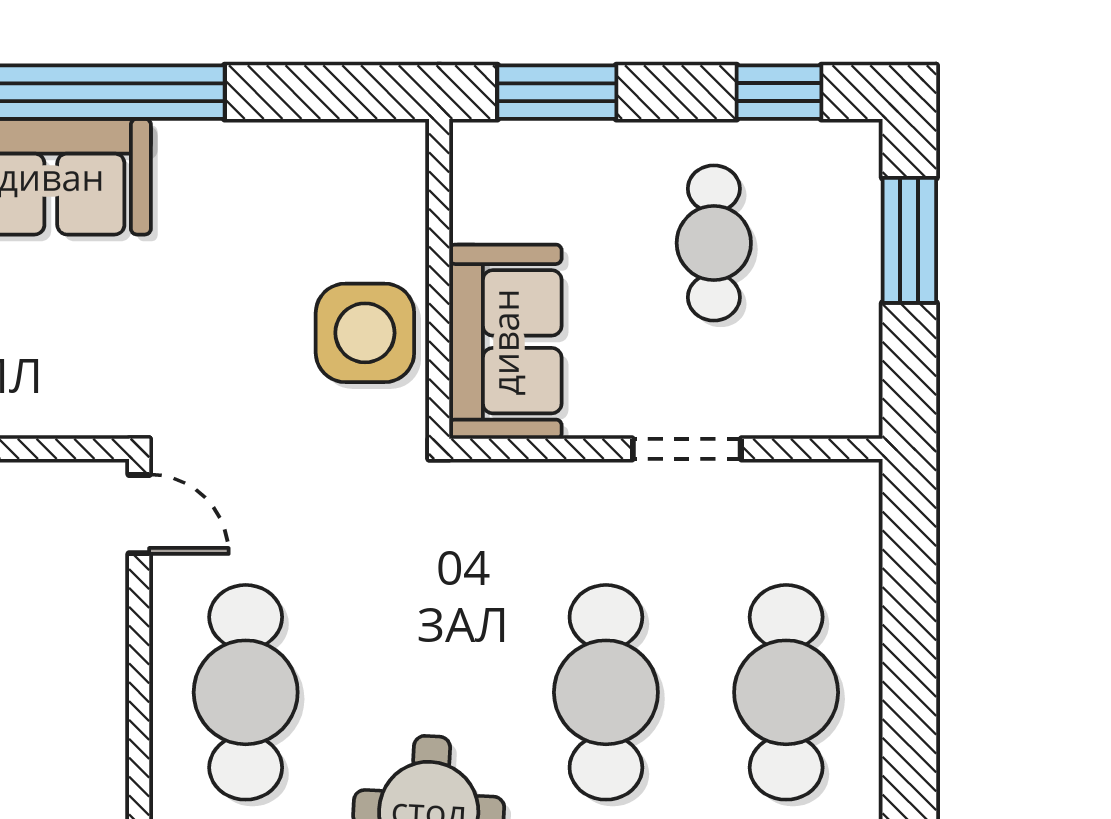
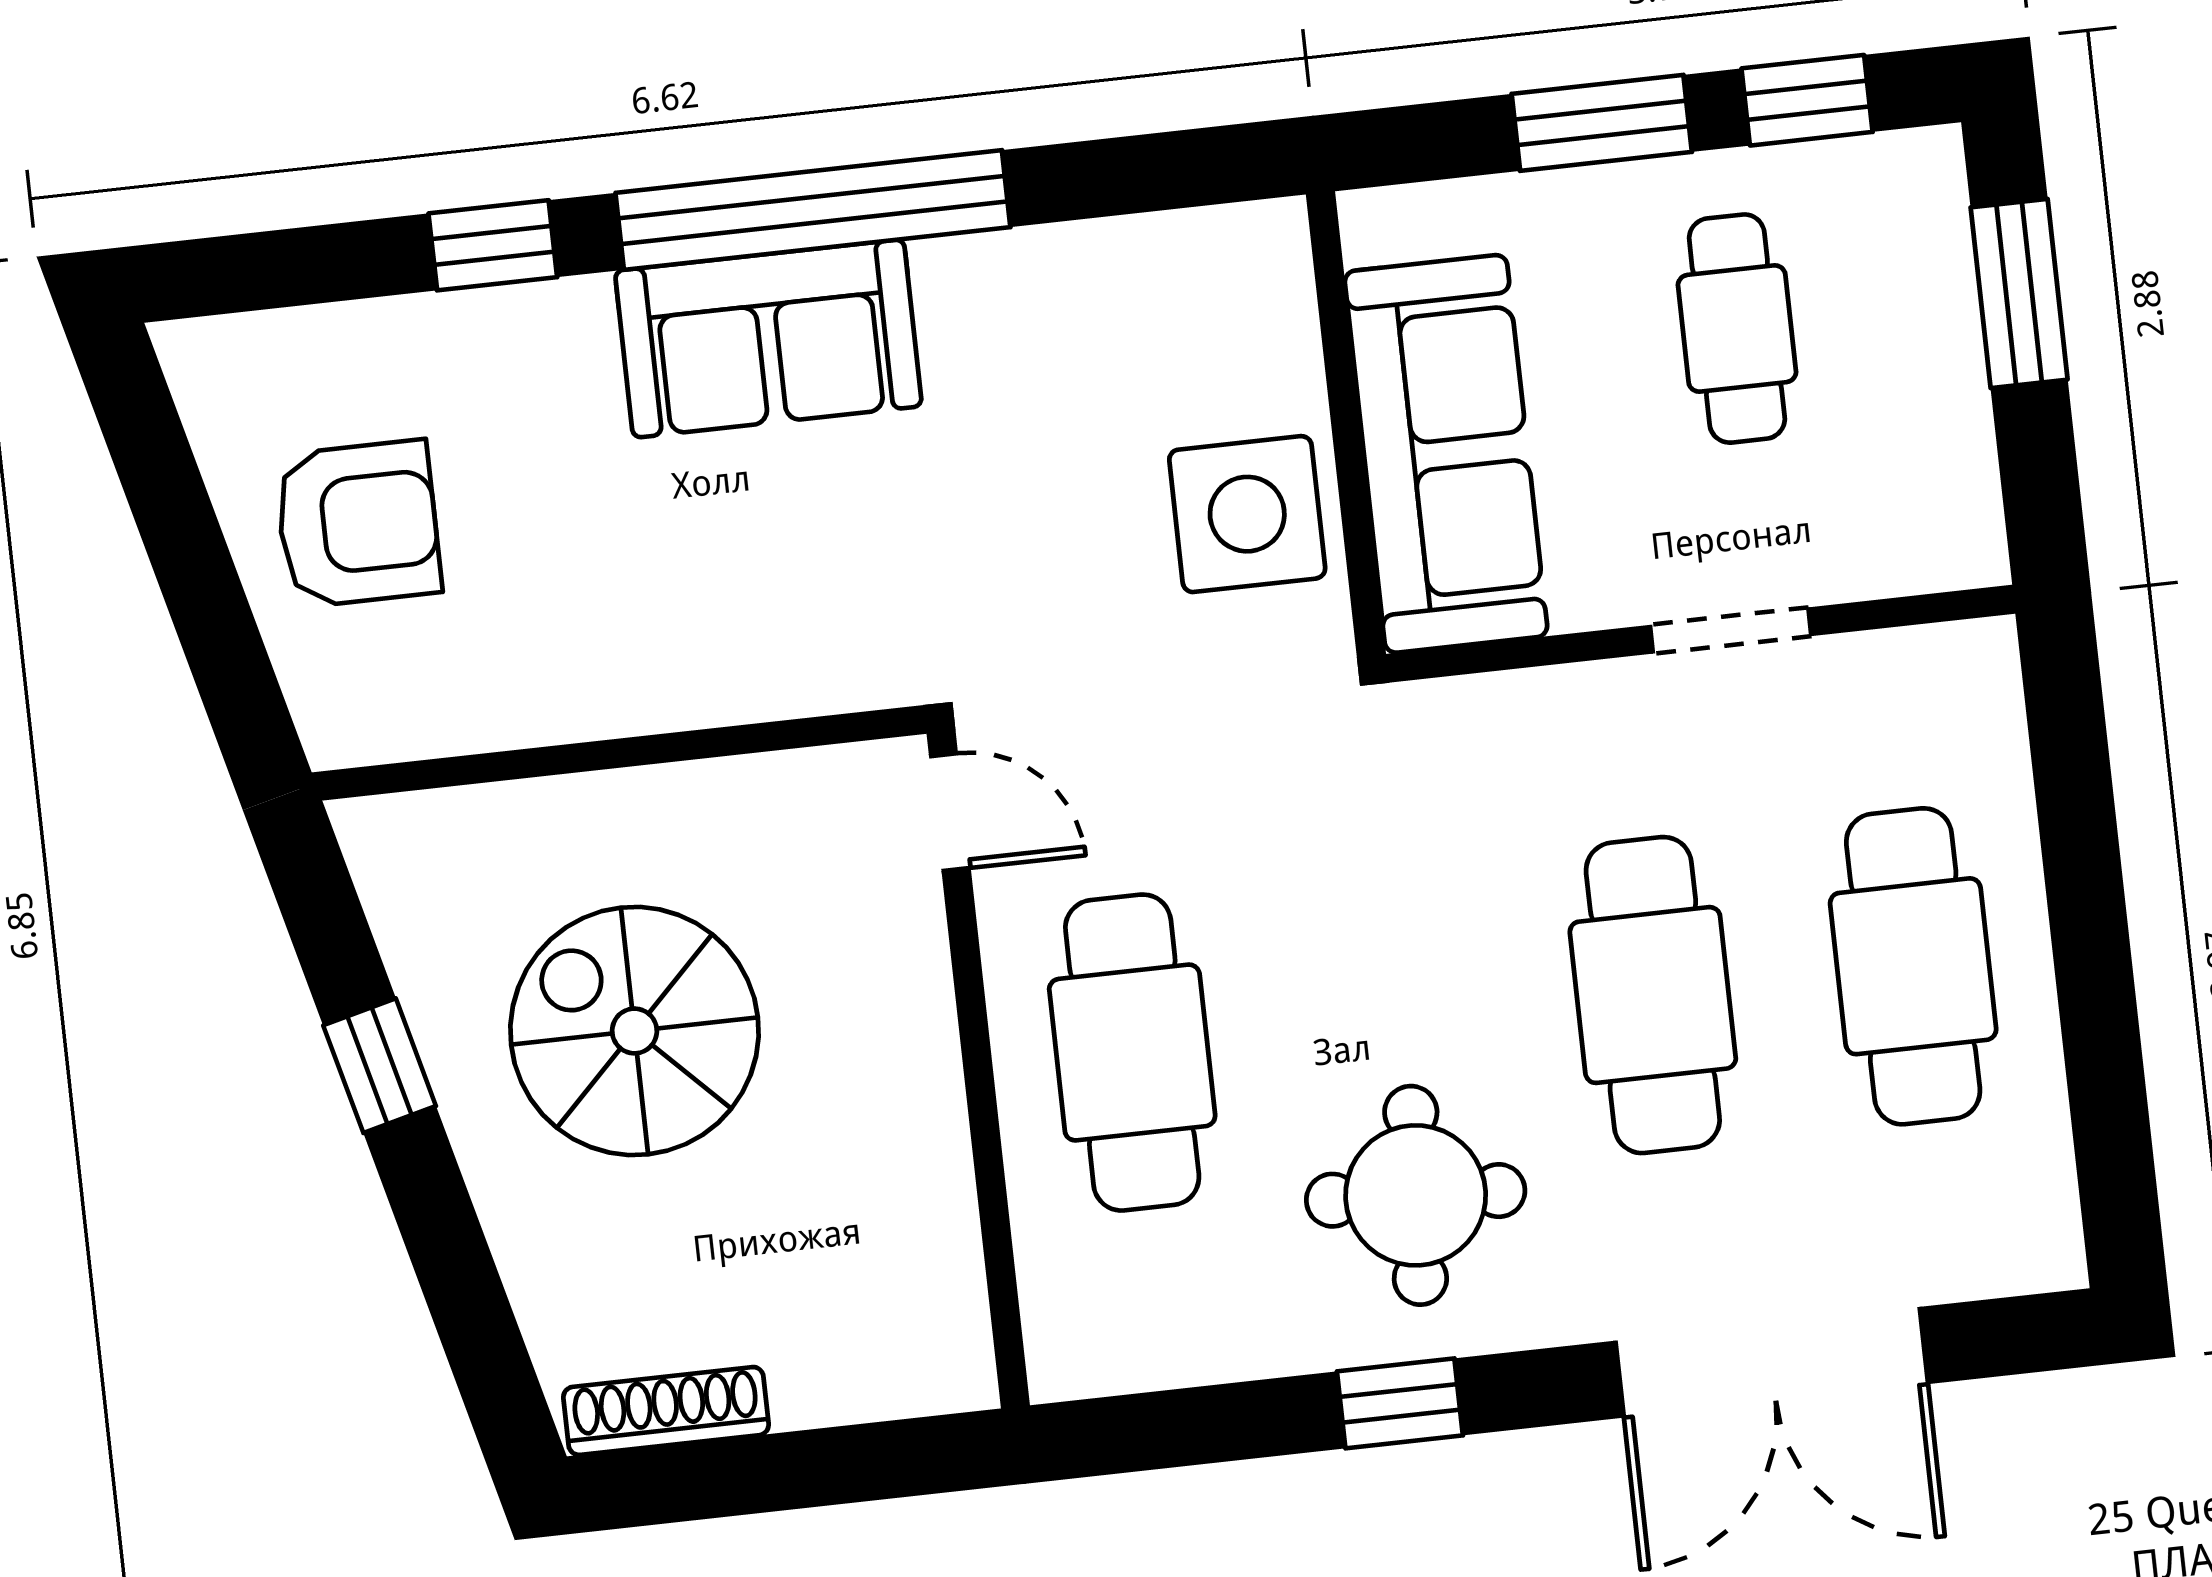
window: (557, 92) -> (1602, 123), moved
sofa: (505, 342) -> (1446, 454), width x1.36

